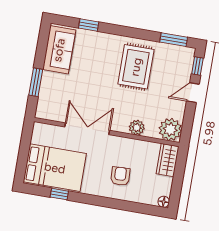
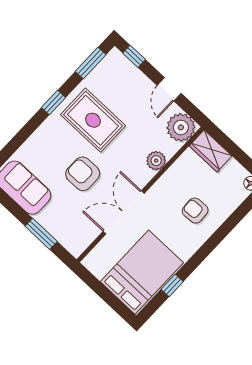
window: (89, 25) -> (54, 103), moved
armchair: (95, 84) -> (83, 174), added
door: (193, 93) -> (169, 89), moved

